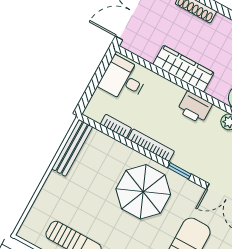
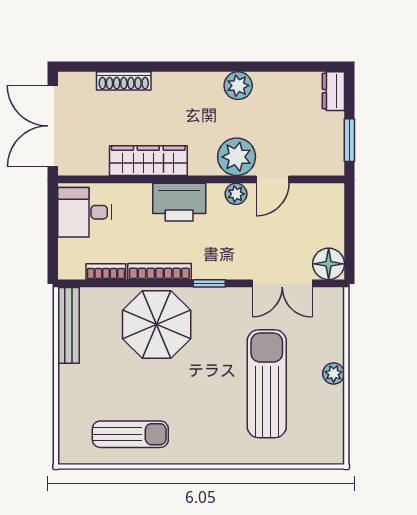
printer: (195, 108) -> (179, 202), width x1.37, depth x1.19
parasol: (143, 192) -> (157, 324), moved

